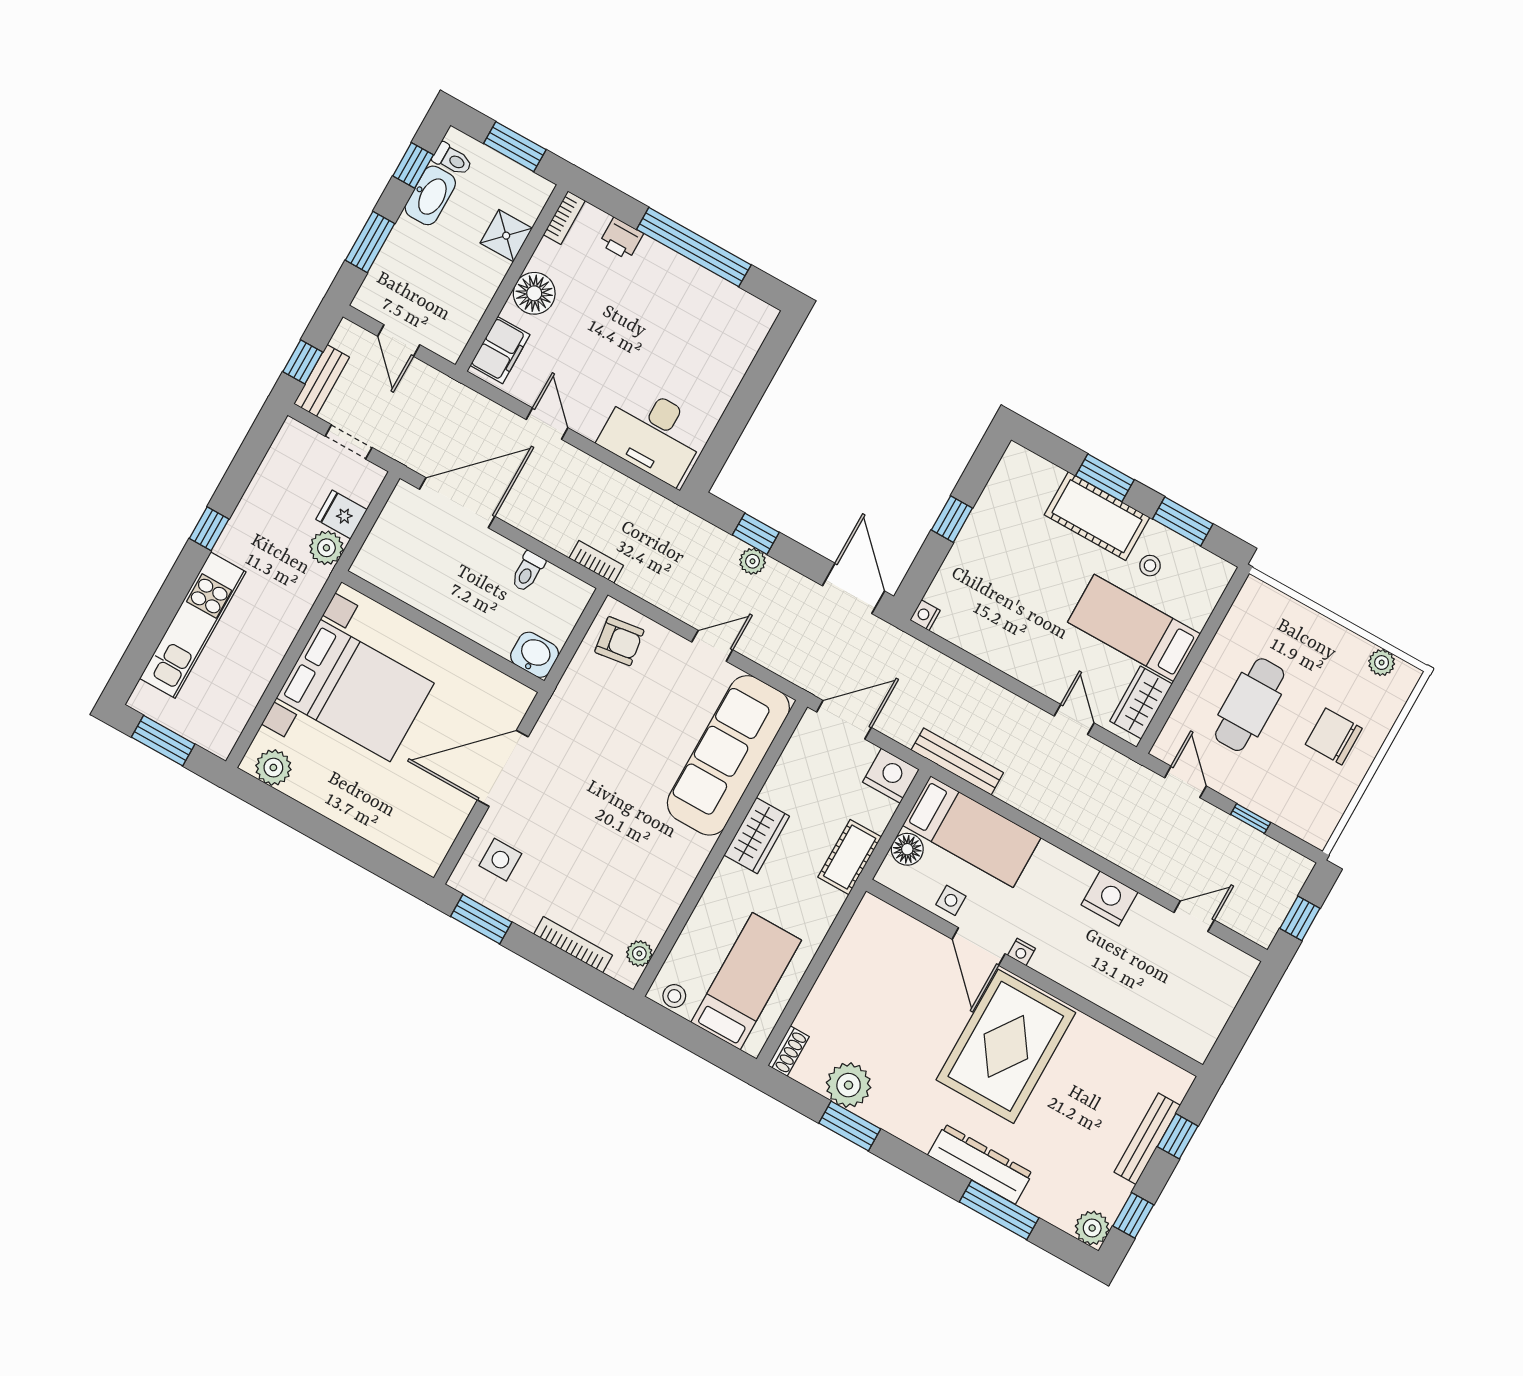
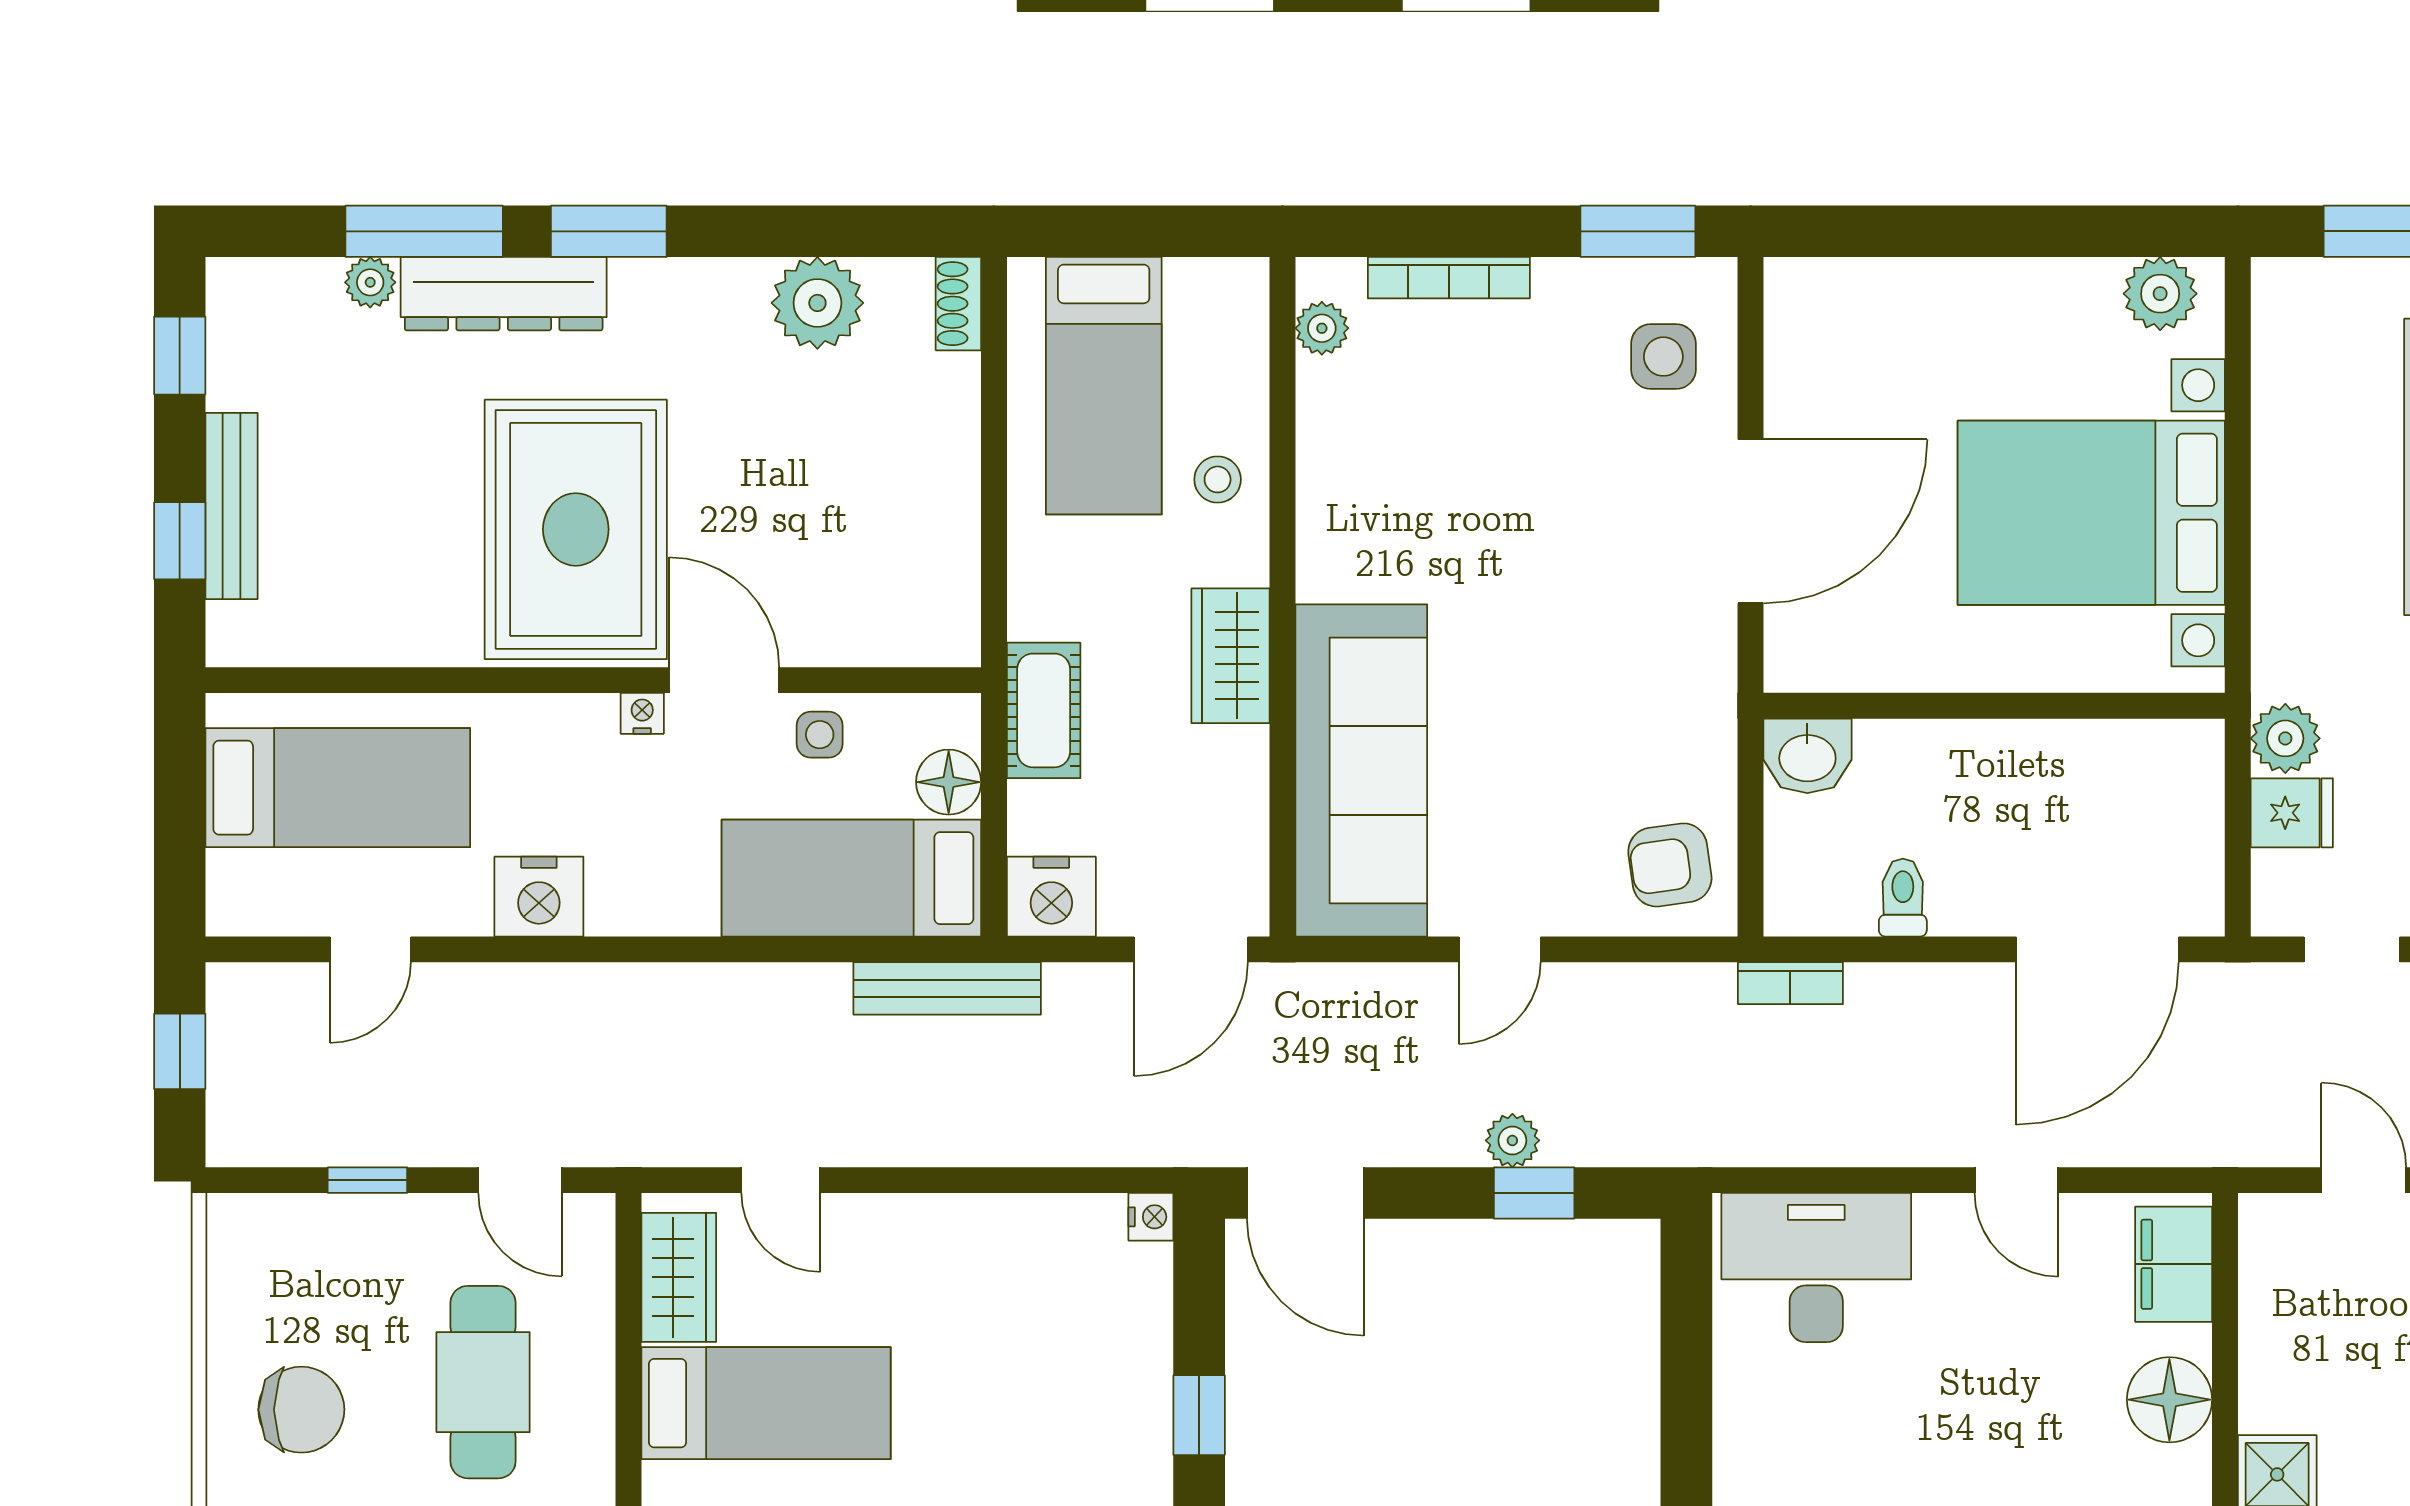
bed: (1169, 993) -> (338, 788), added
stool: (674, 996) -> (1218, 479), moved
window: (850, 1126) -> (609, 231), moved
plant: (1092, 1228) -> (370, 282), moved, width x0.73, depth x0.73

